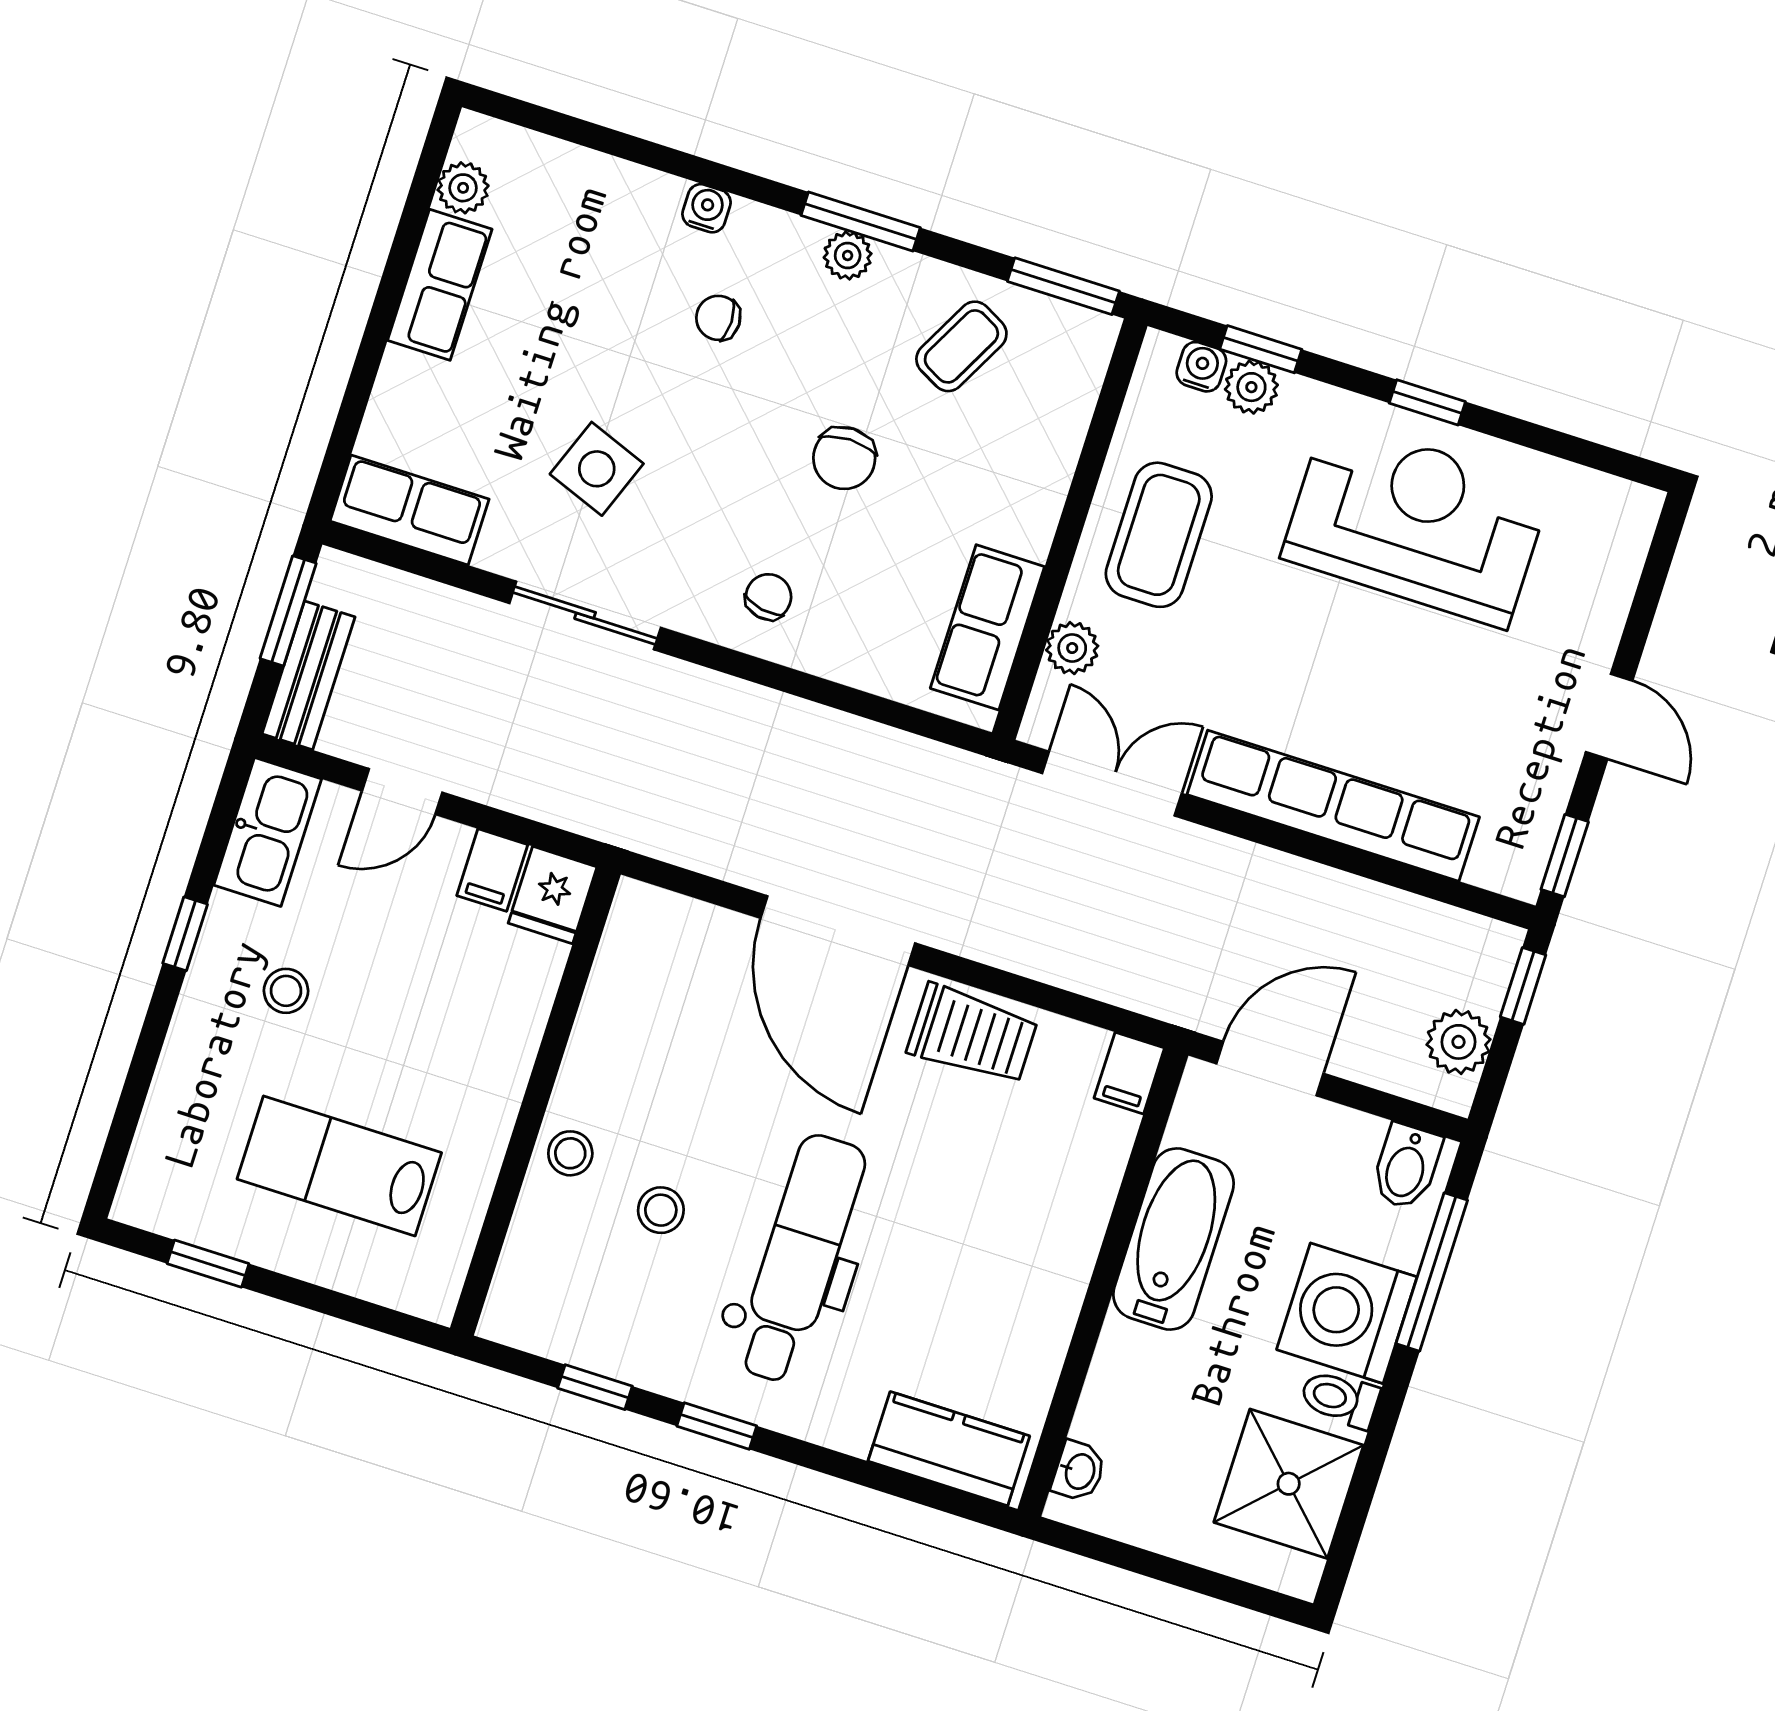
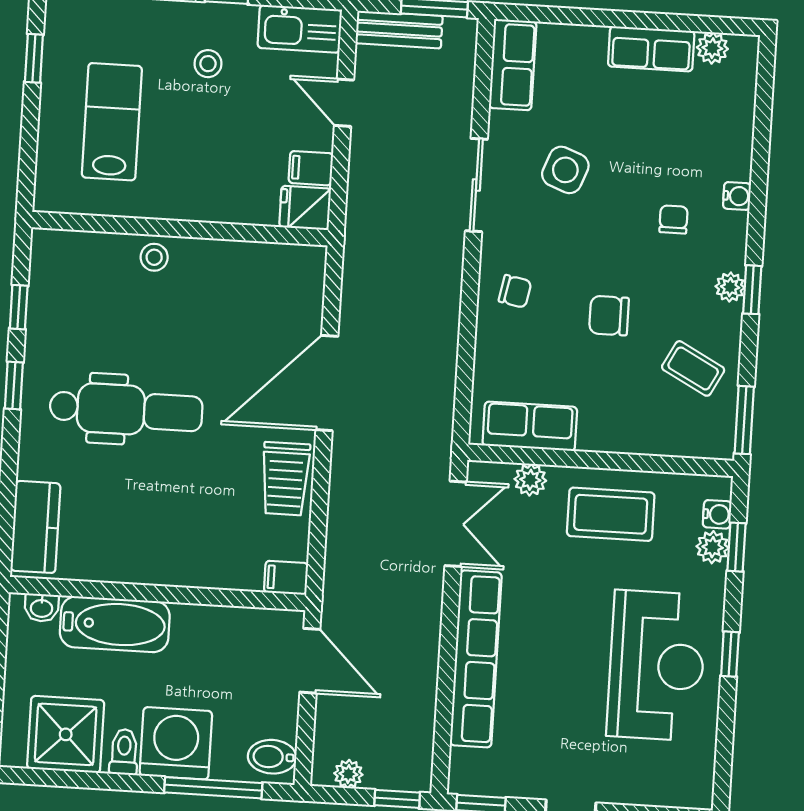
window: (861, 221) -> (752, 290), width x0.67
plant: (1458, 1042) -> (348, 774), width x0.73, depth x0.73
stool: (661, 1210) -> (134, 320), removed
bathtub: (1174, 1239) -> (115, 624), moved

